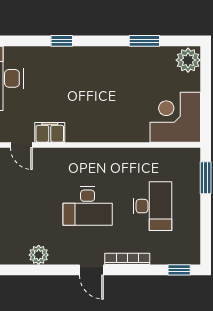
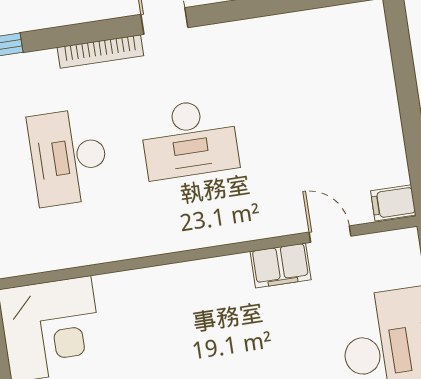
desk: (88, 206) -> (189, 139), turned 180
plant: (39, 255) -> (267, 34), removed

